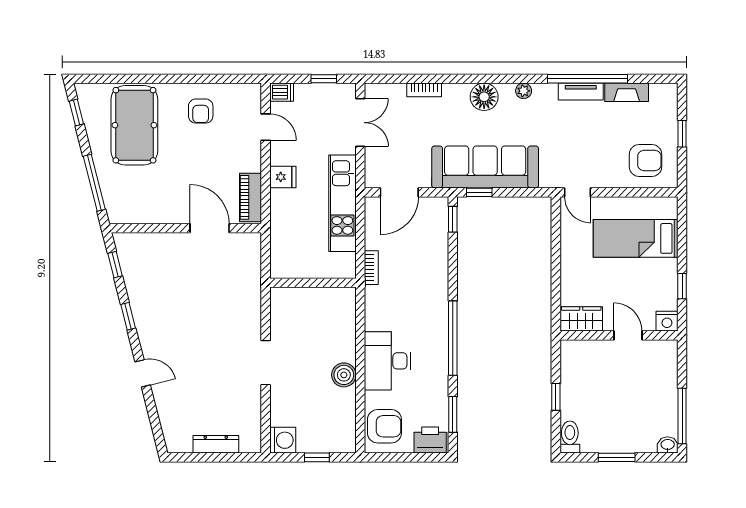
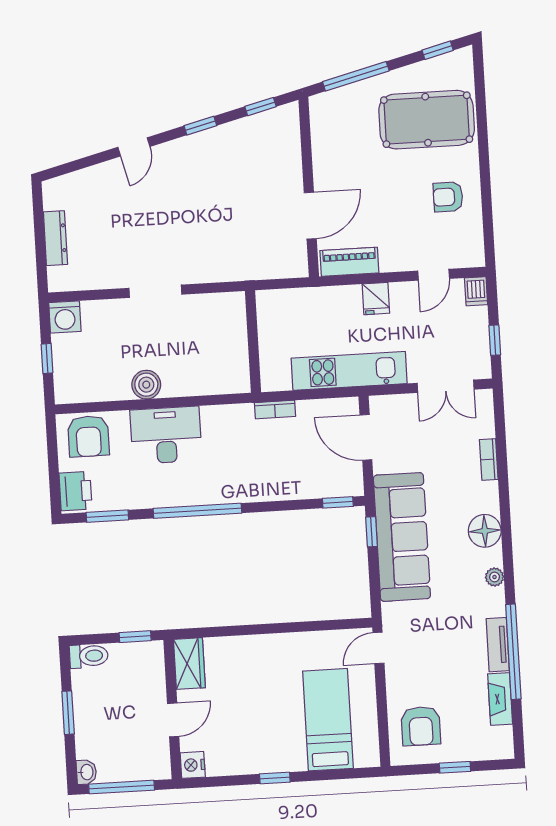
wardrobe: (581, 319) -> (189, 664), moved
nightstand: (667, 321) -> (193, 765), moved
wall: (619, 335) -> (173, 709), moved
door: (628, 335) -> (173, 720), moved

